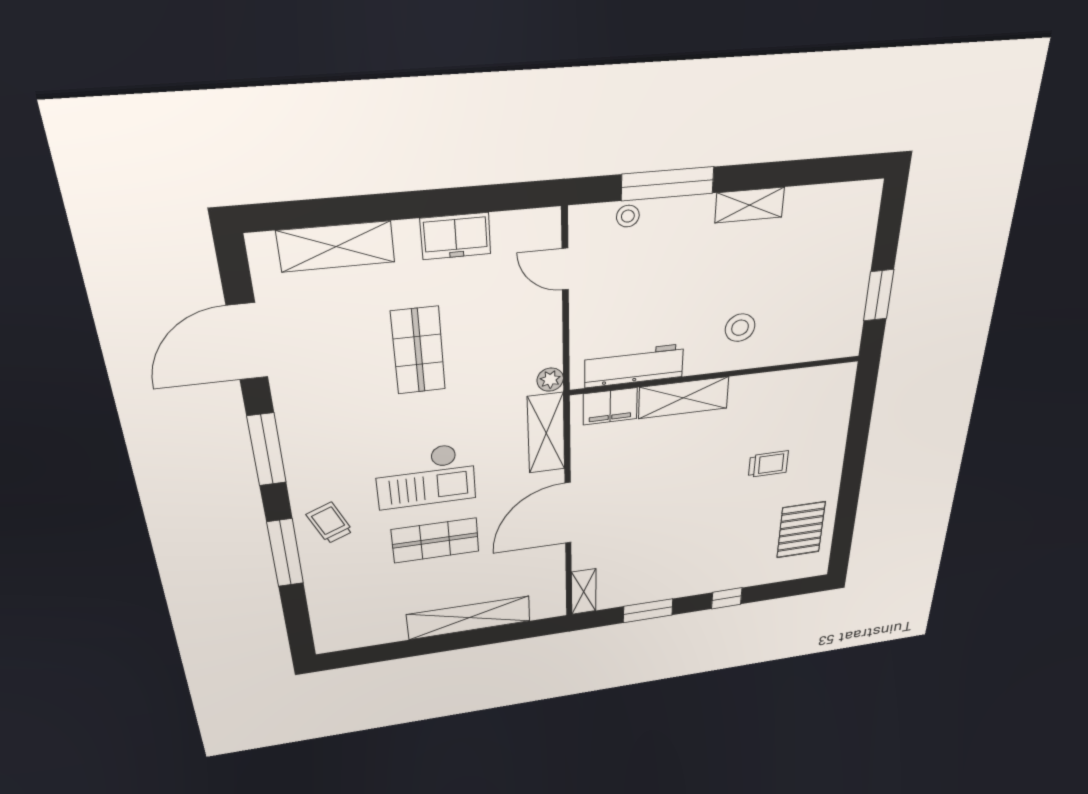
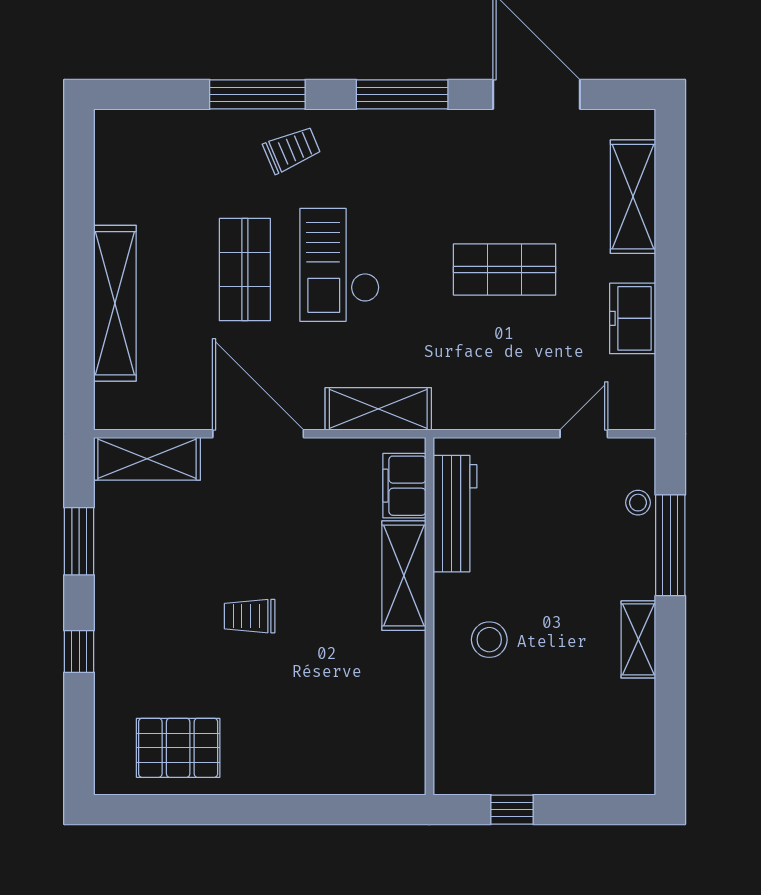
window: (879, 295) -> (512, 810), width x0.67
plant: (550, 380) -> (449, 415), removed
trolley: (768, 464) -> (250, 616), moved, turned 90
shelving: (584, 592) -> (147, 459), width x1.50, depth x1.33

